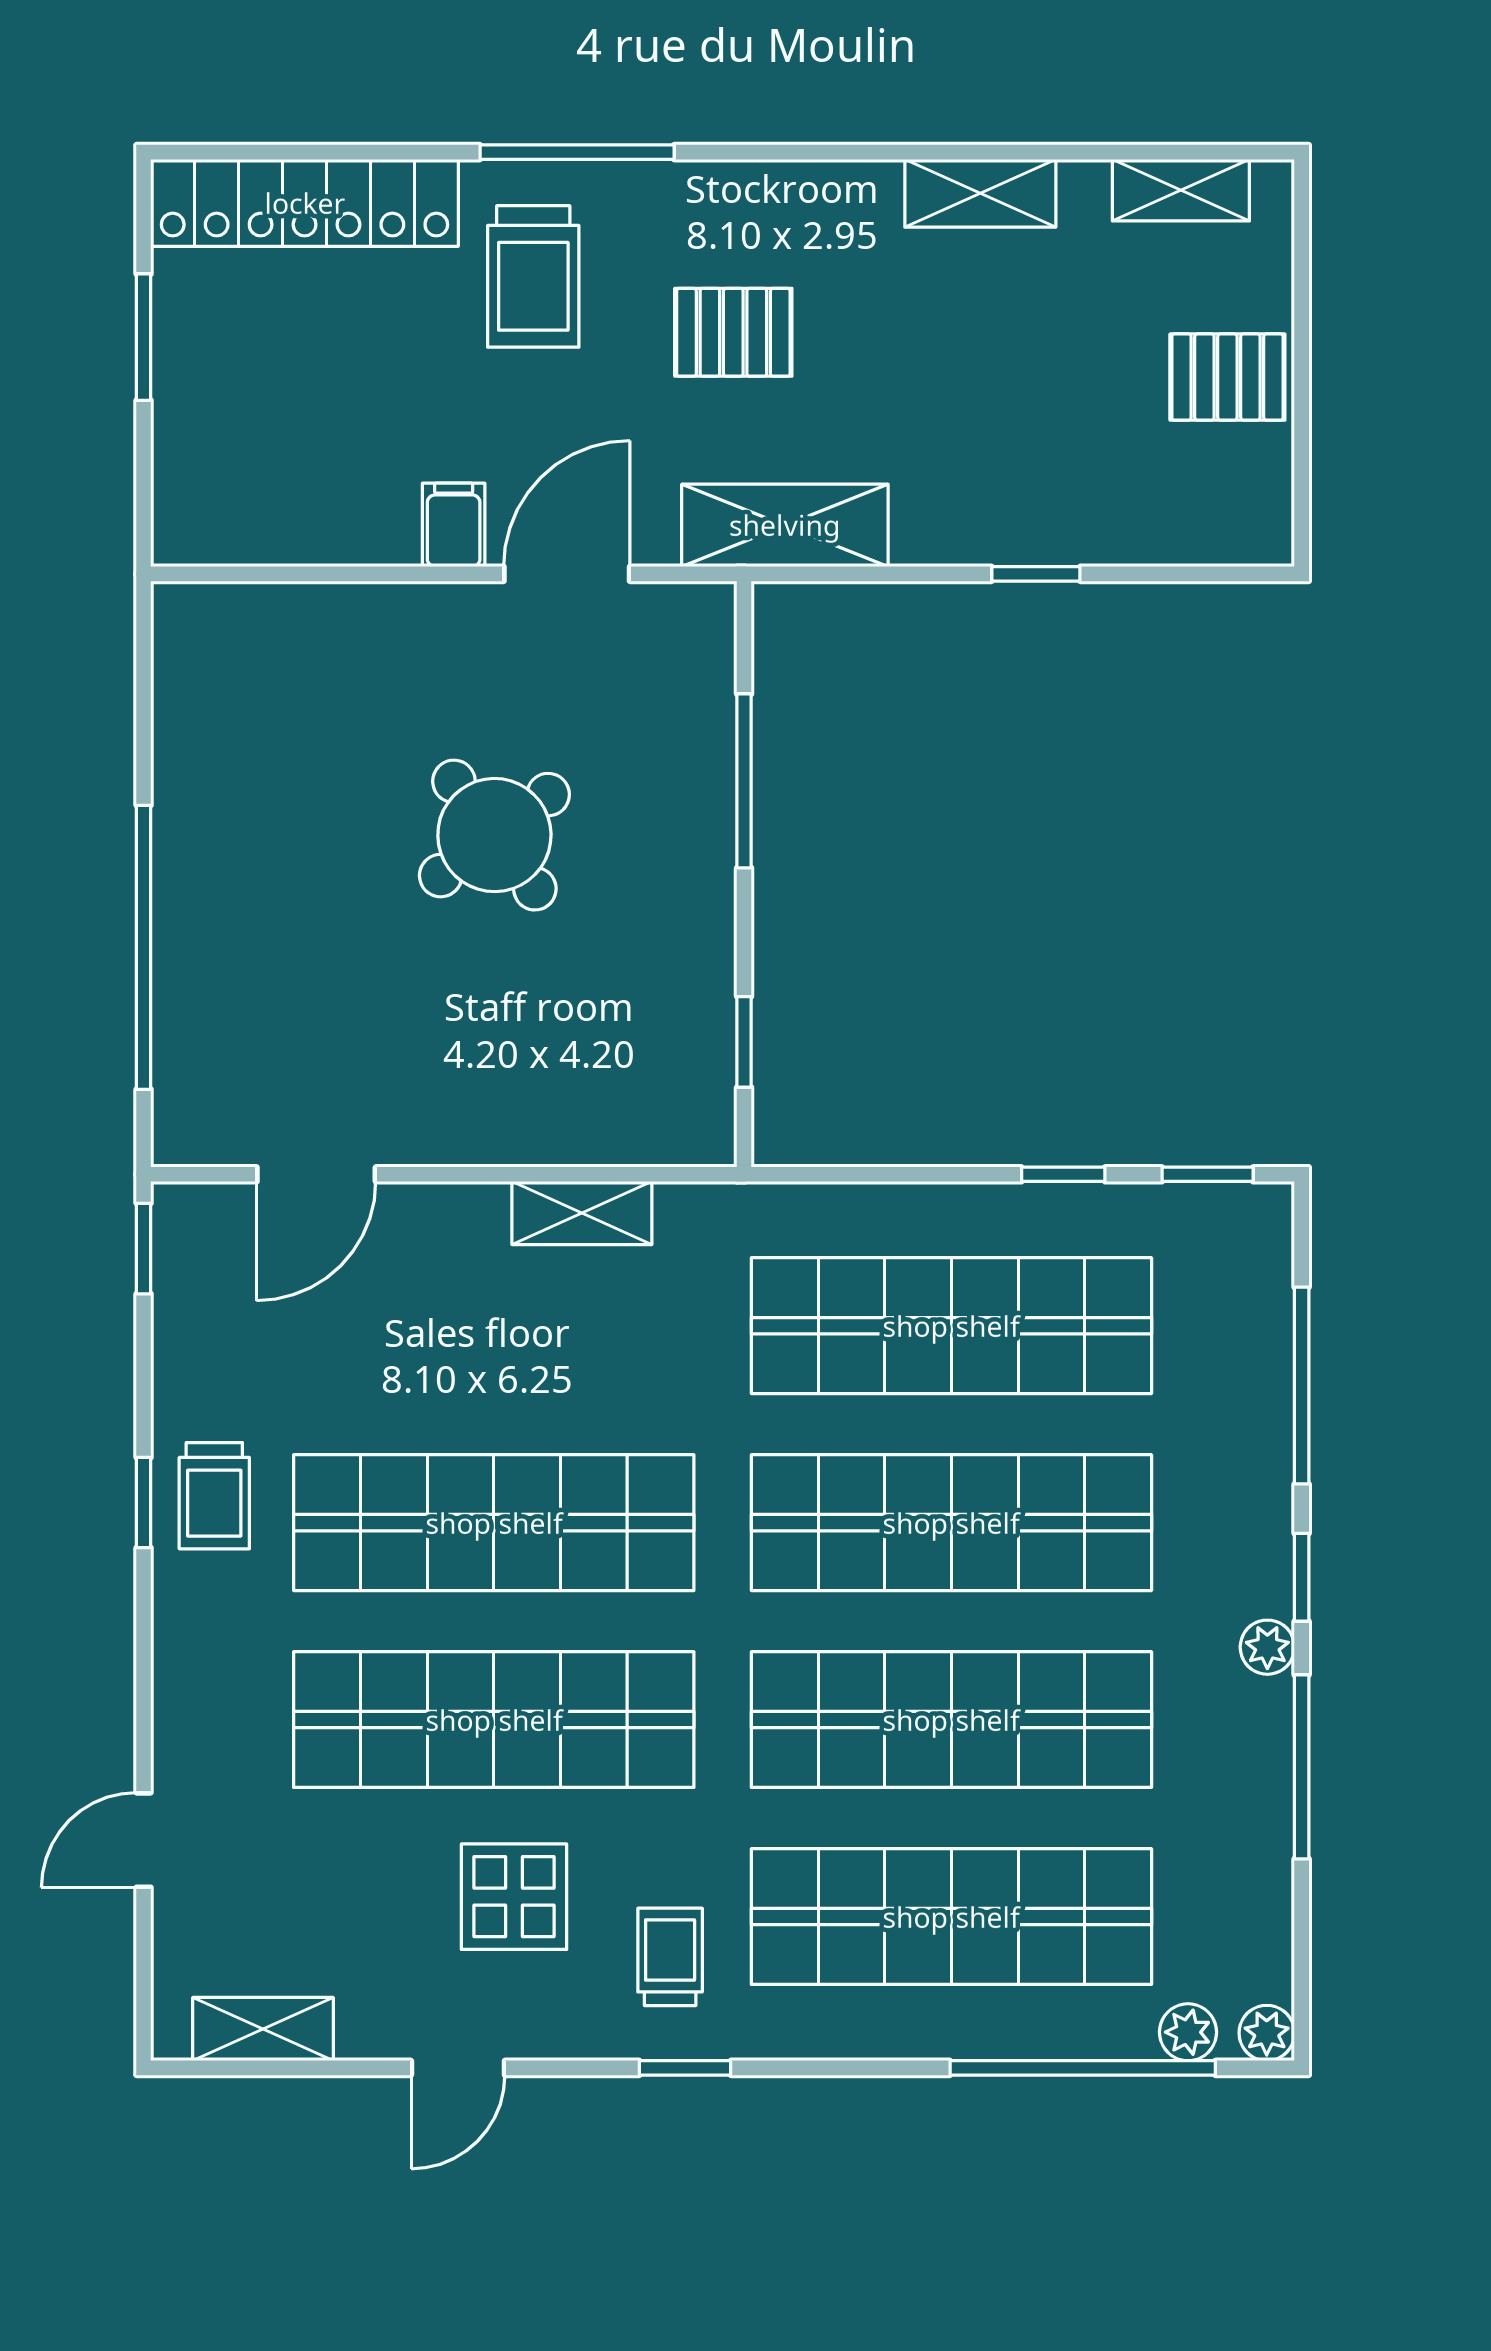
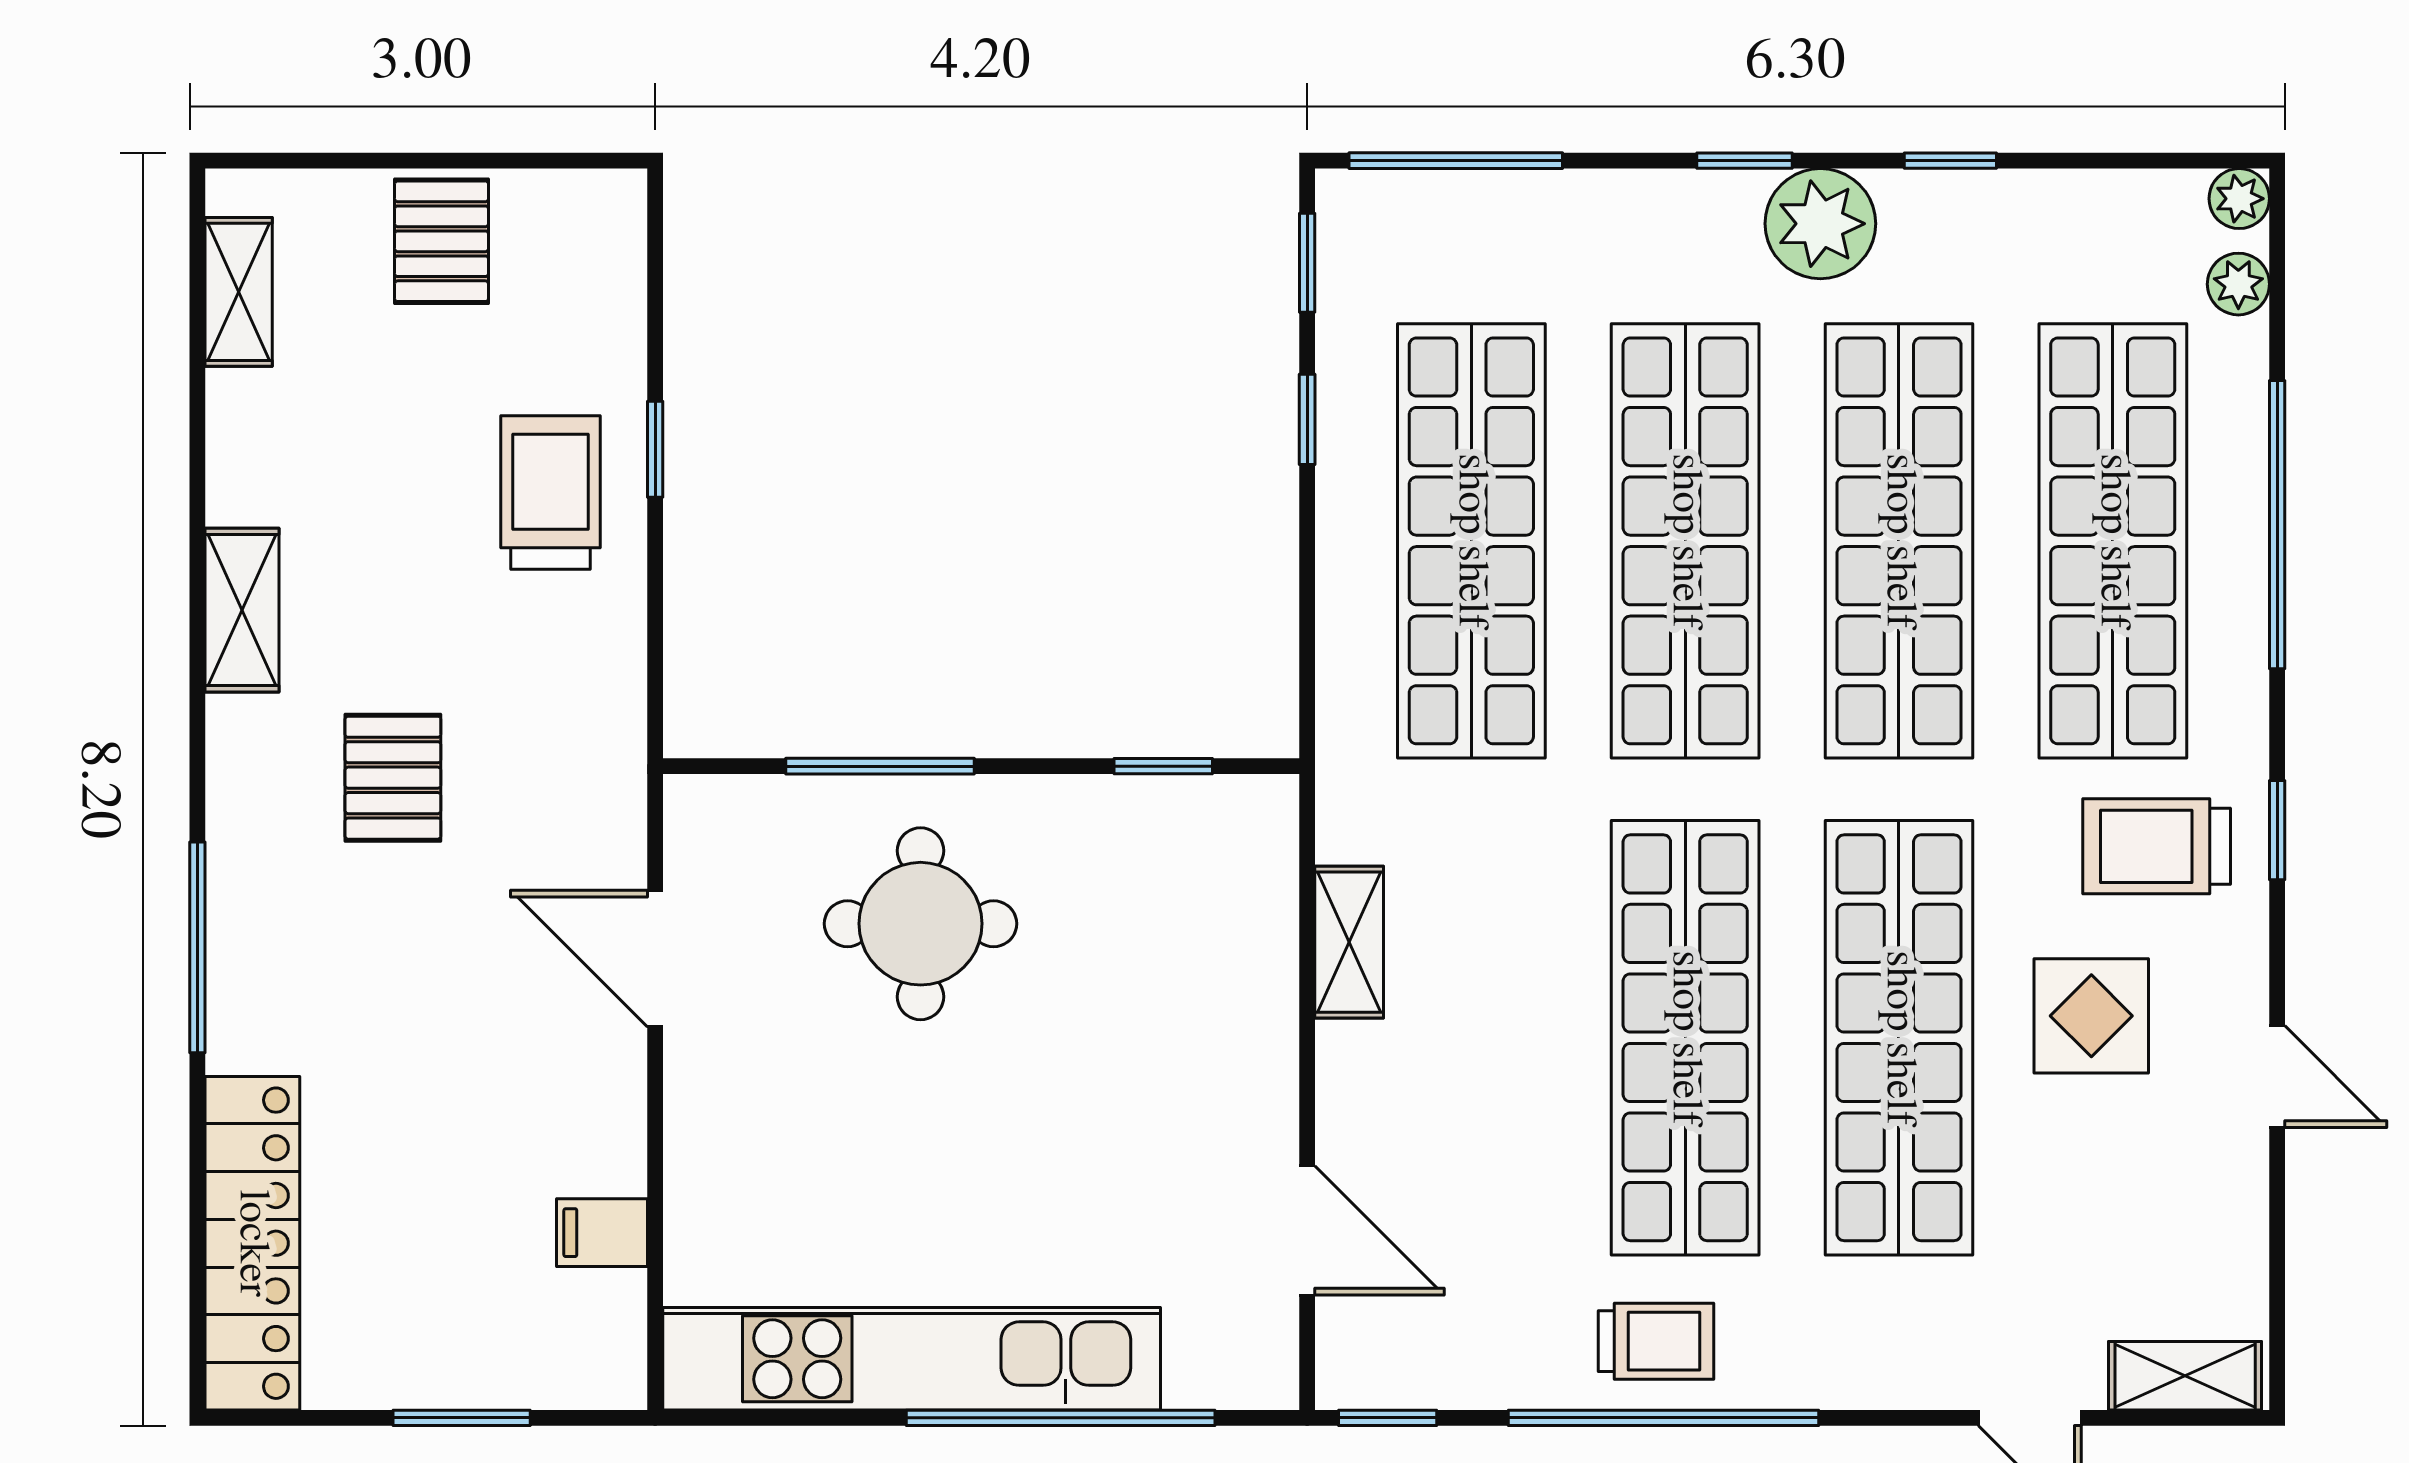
shelving: (980, 193) -> (242, 610), moved
trolley: (533, 276) -> (551, 493), moved, turned -90
window: (144, 337) -> (462, 1418), moved
filing cabinet: (454, 525) -> (602, 1233), moved
shelving: (785, 525) -> (603, 722), removed
kitchen unit: (198, 810) -> (912, 1359), added
round table: (494, 835) -> (921, 924), moved, turned 37
window: (1302, 1386) -> (1456, 161), moved
window: (144, 1503) -> (1663, 1418), width x3.17
plant: (1267, 1647) -> (1820, 224), width x1.87, depth x1.87
window: (1302, 1767) -> (1950, 161), width x0.46
trolley: (670, 1957) -> (2157, 846), width x1.36, depth x1.39
shelving: (263, 2029) -> (2185, 1376), moved, turned 90
window: (1083, 2068) -> (2277, 525), moved

